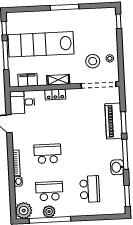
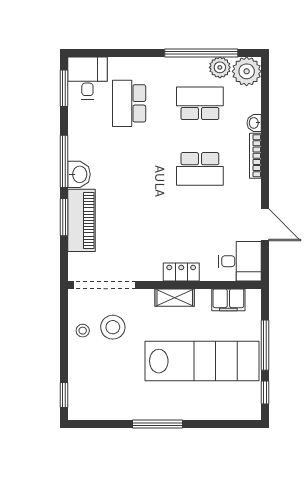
washbasin: (117, 167) -> (79, 174), moved
school desk: (49, 191) -> (200, 103), turned 180
desk: (114, 202) -> (87, 78), added
plant: (49, 212) -> (220, 67), moved

